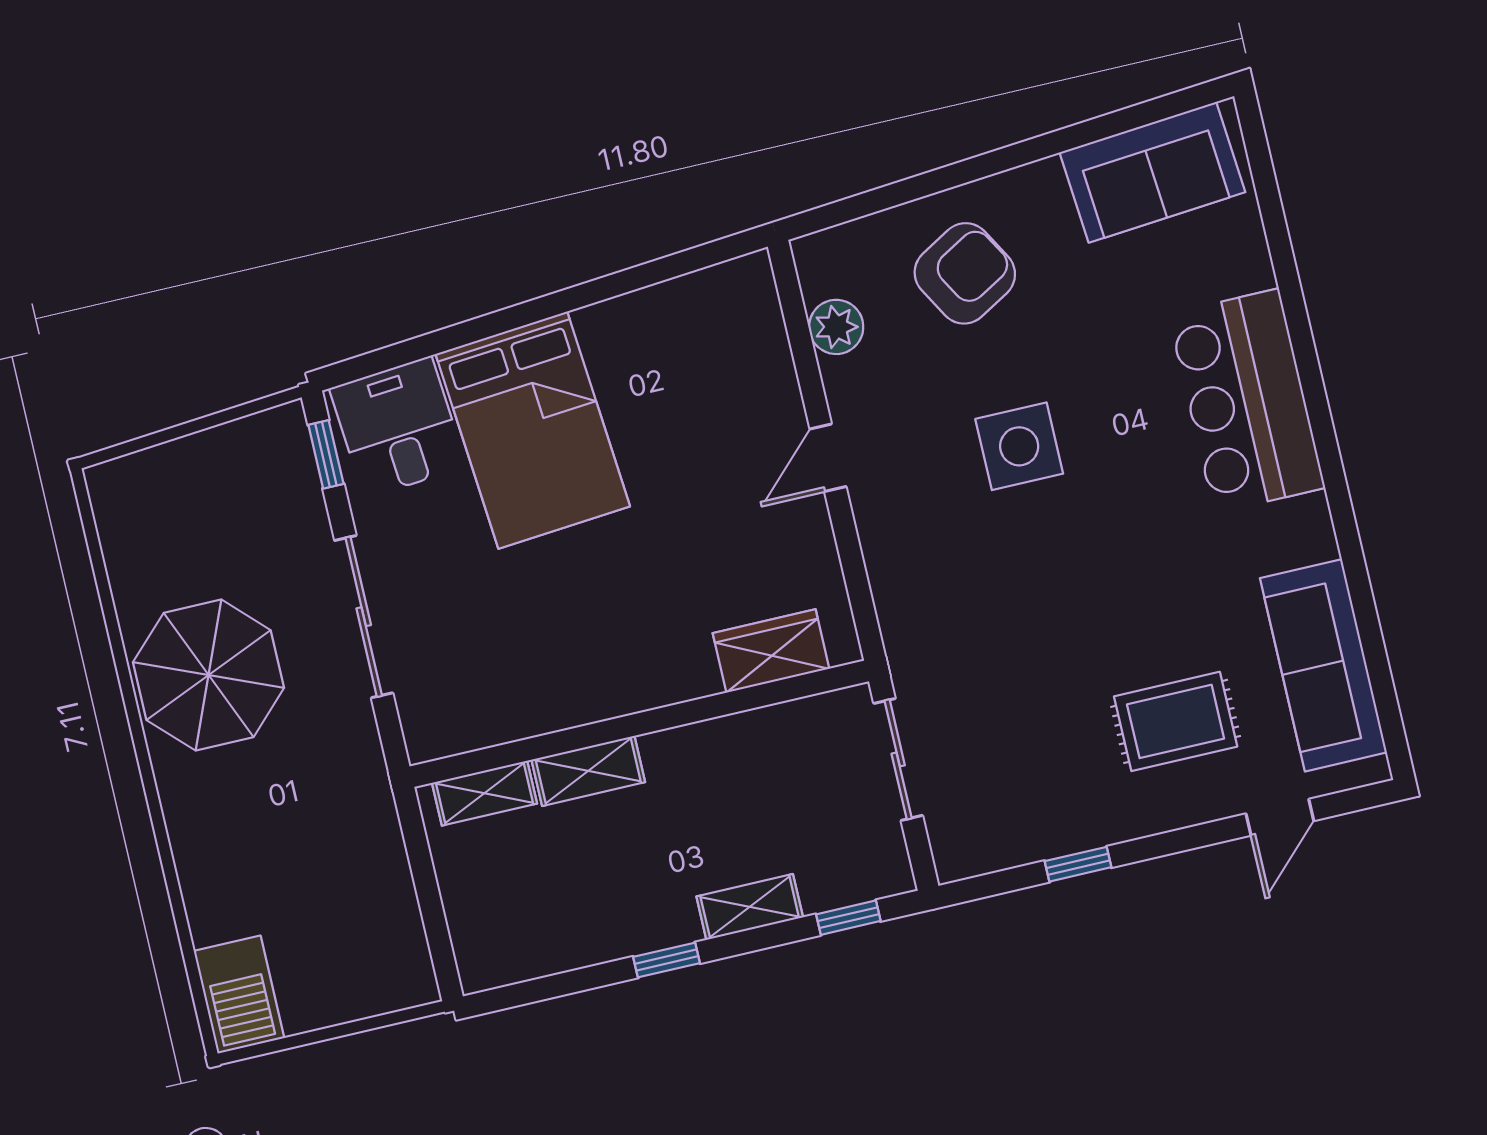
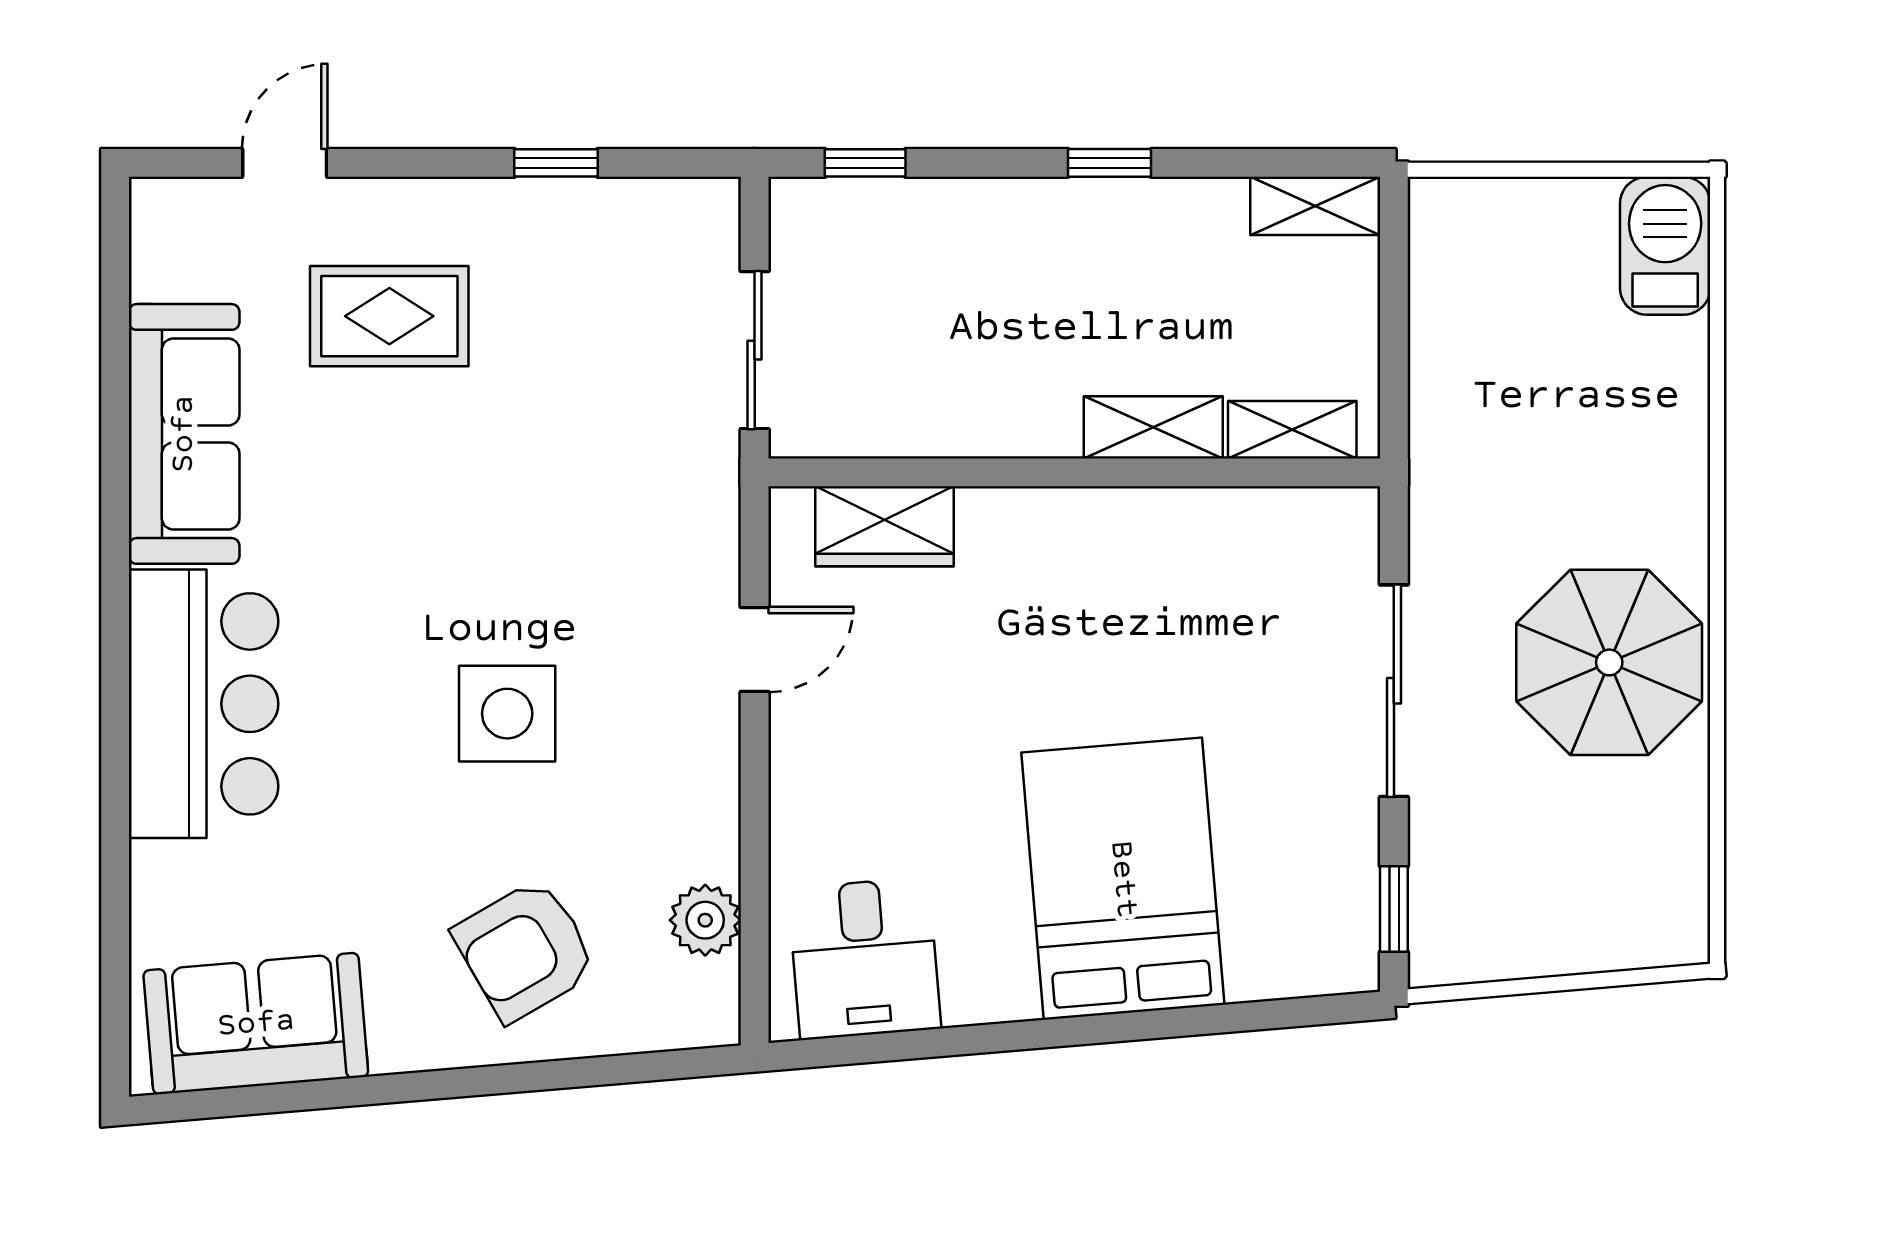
desk: (398, 427) -> (864, 958), moved
door: (828, 458) -> (755, 650), moved
sofa: (1323, 665) -> (184, 434), moved
shelving: (750, 907) -> (1315, 206), moved

